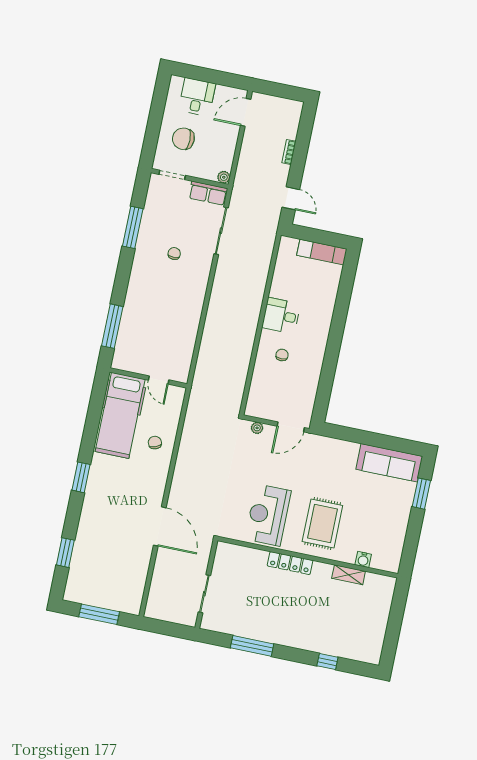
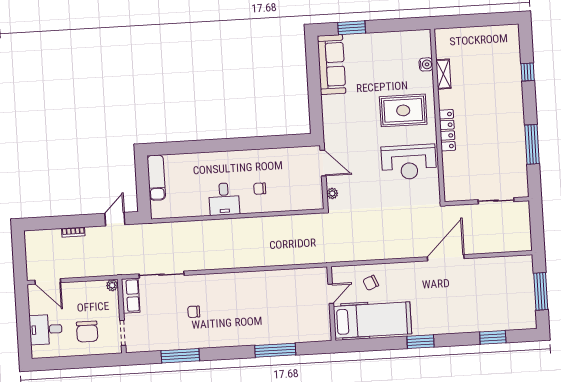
wall: (148, 378) -> (331, 304), moved
door: (159, 380) -> (331, 294), moved
hospital bed: (120, 415) -> (372, 320), moved

